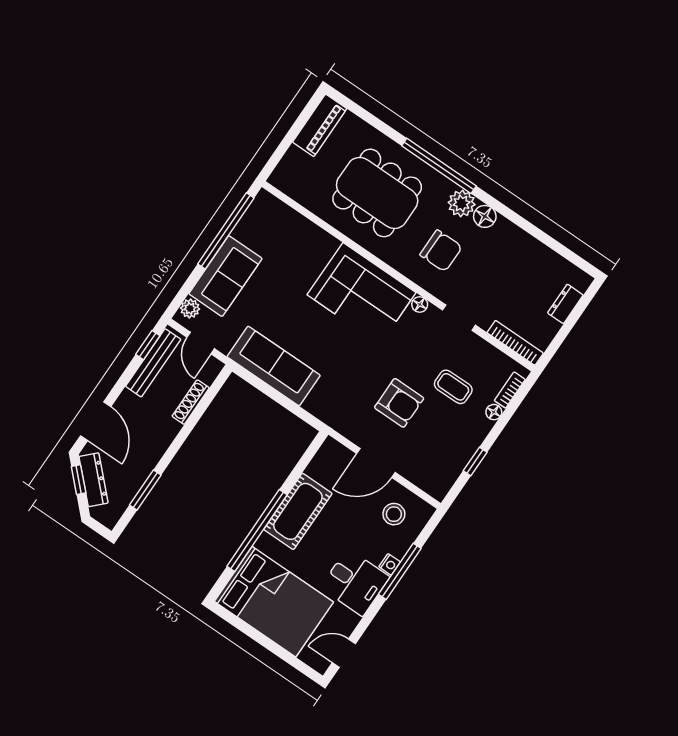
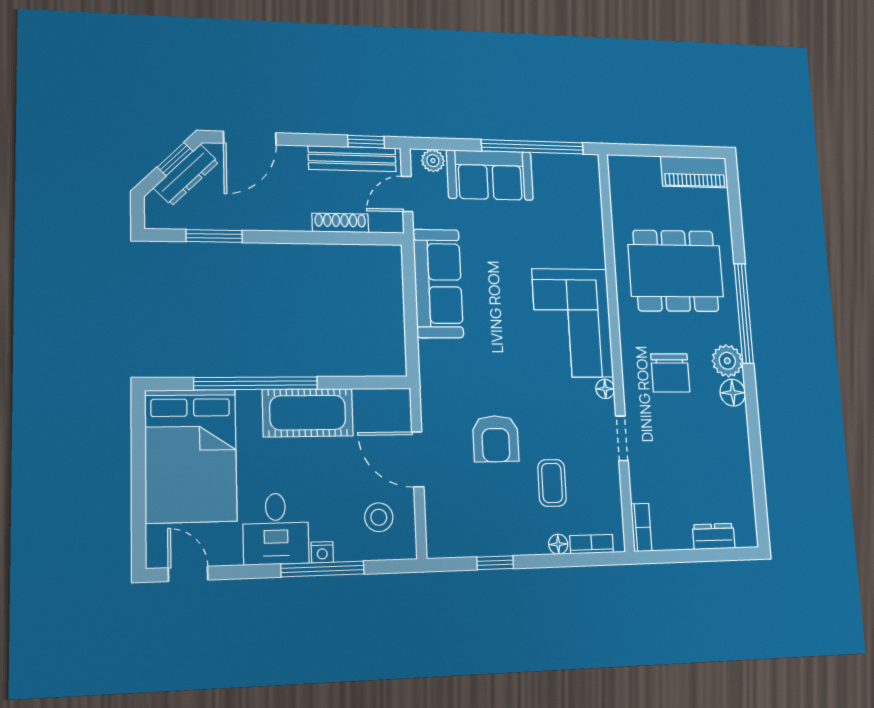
dining table: (377, 193) -> (676, 271), turned 90
bookcase: (515, 343) -> (641, 527), width x0.64

